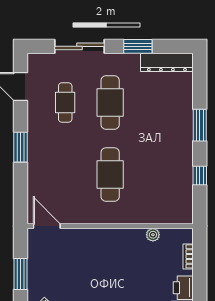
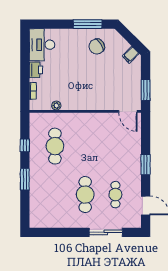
window: (138, 46) -> (66, 232), removed
dresser: (167, 62) -> (47, 222), removed
cafe table: (110, 175) -> (55, 146), moved
window: (20, 274) -> (146, 90), moved

